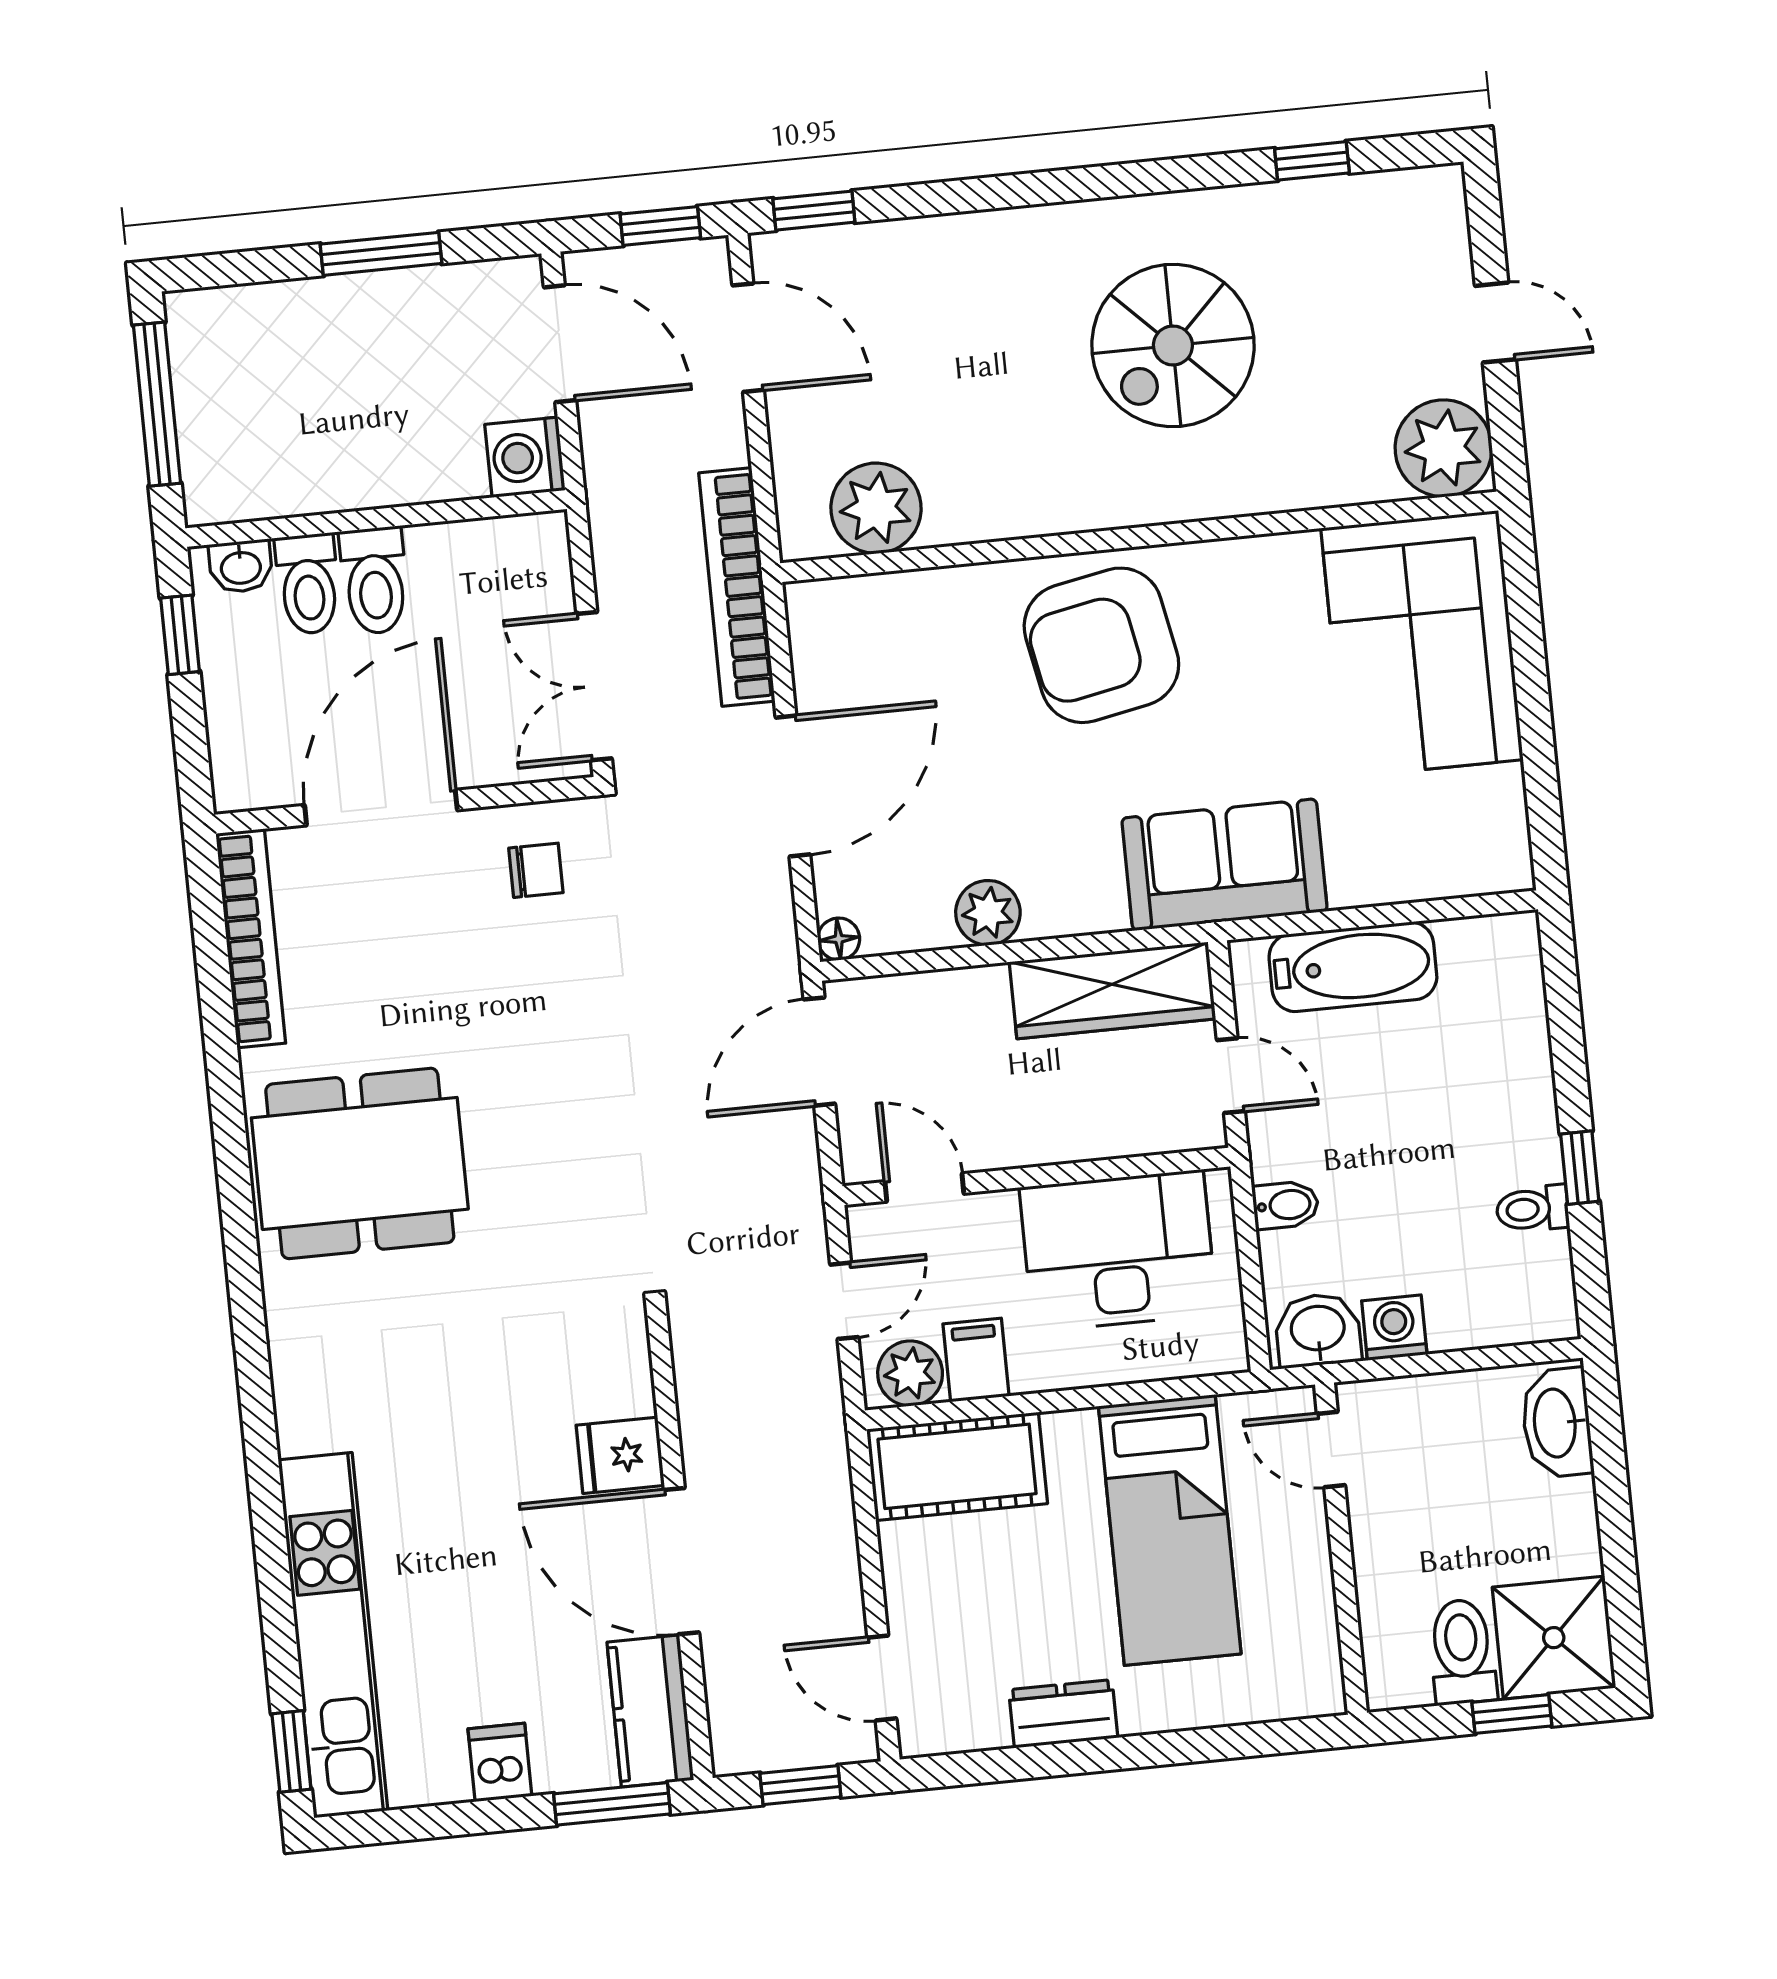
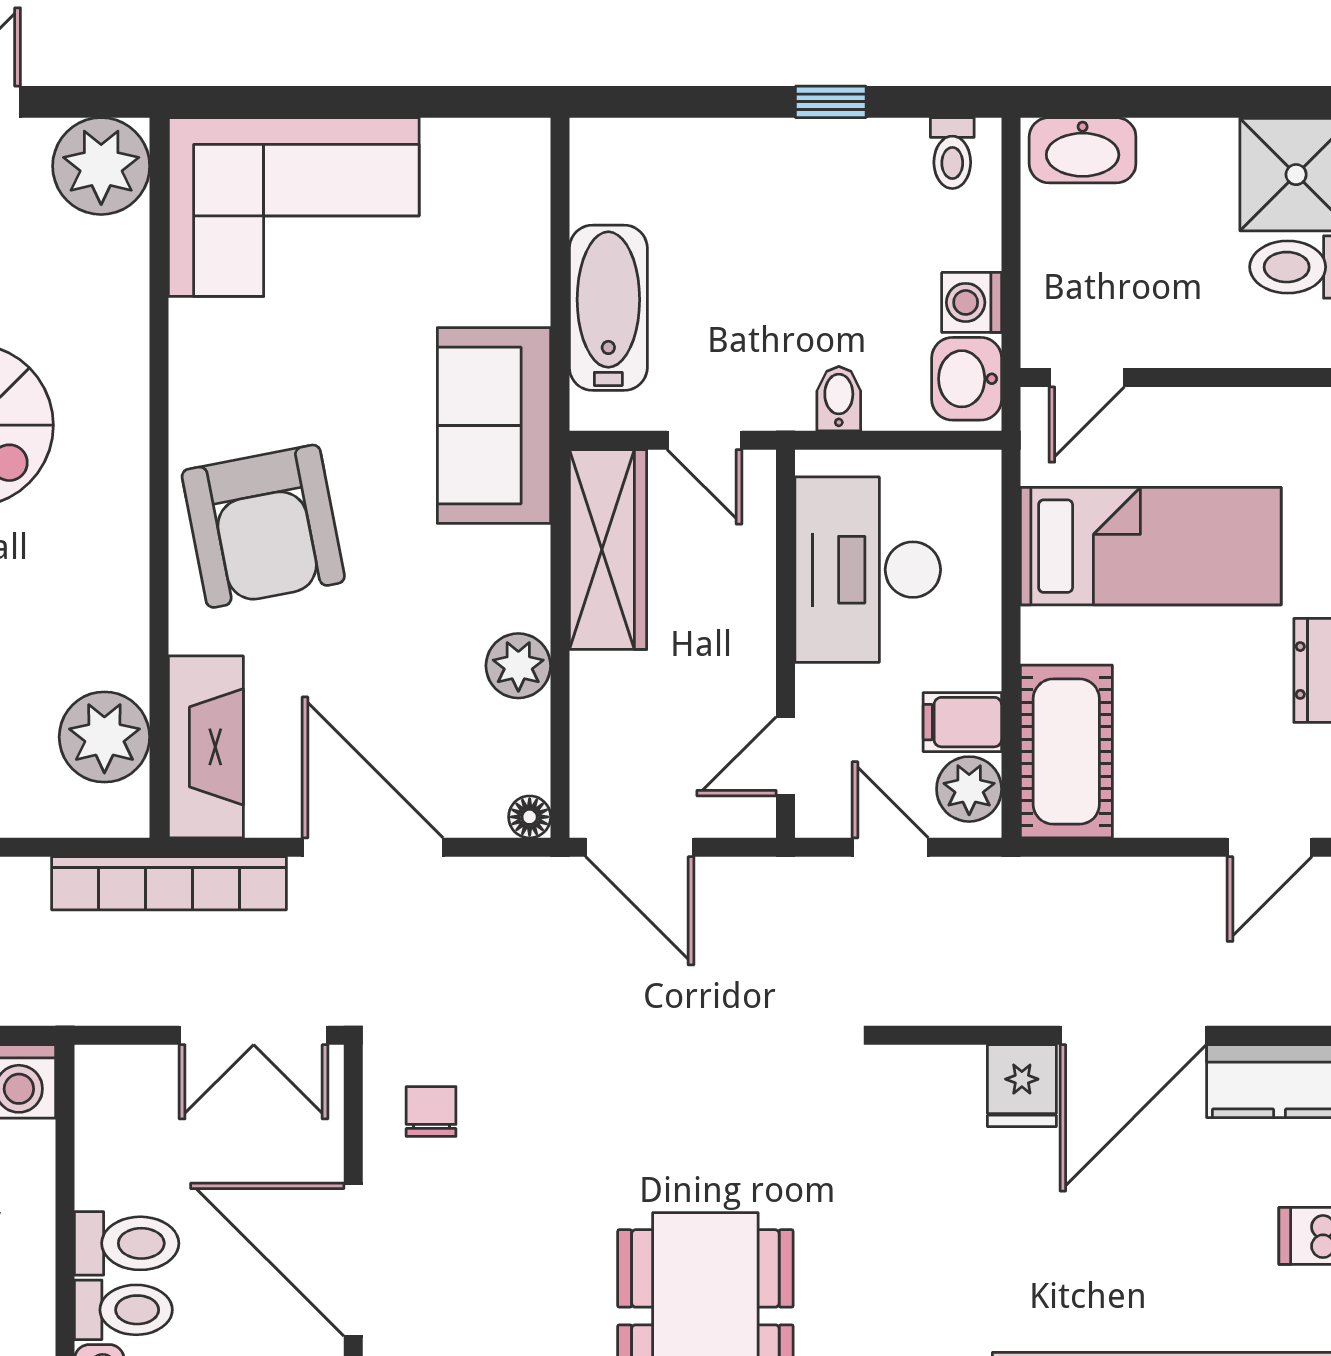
fireplace: (876, 610) -> (206, 747), added
door: (1231, 1076) -> (705, 440), swing flipped
toilet: (1533, 1209) -> (952, 153), moved

